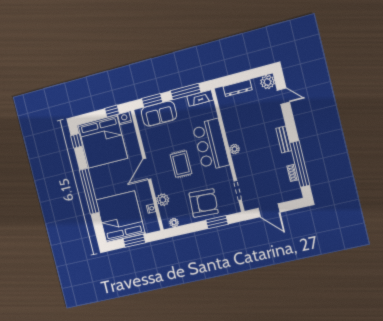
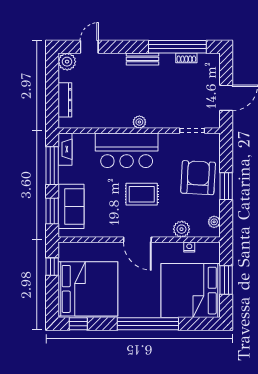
nightstand: (124, 118) -> (65, 253), removed
window: (217, 222) -> (226, 186), moved

